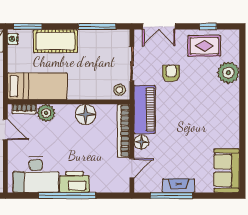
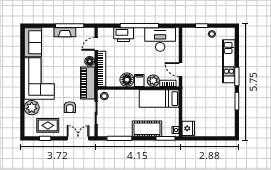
filing cabinet: (67, 113) -> (139, 80), added
corner sofa: (217, 116) -> (39, 79), added
printer: (74, 182) -> (124, 35), moved

